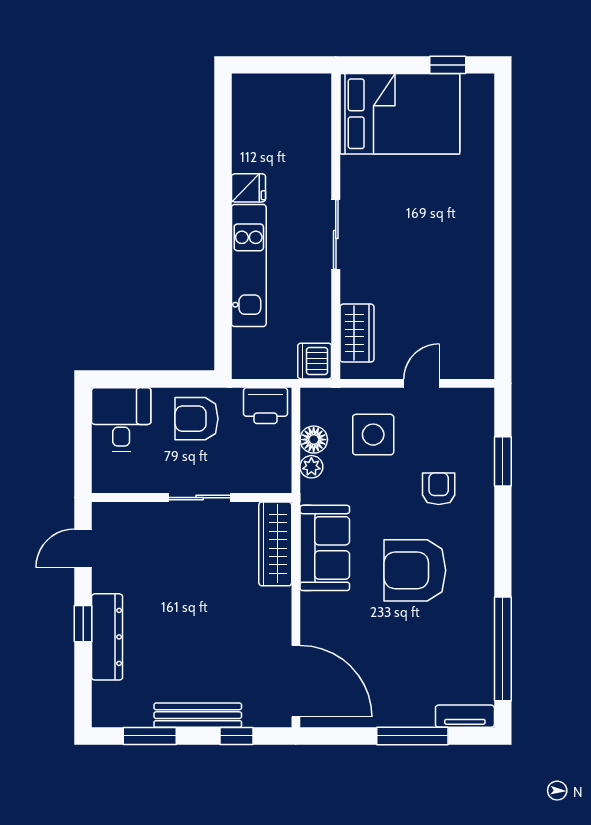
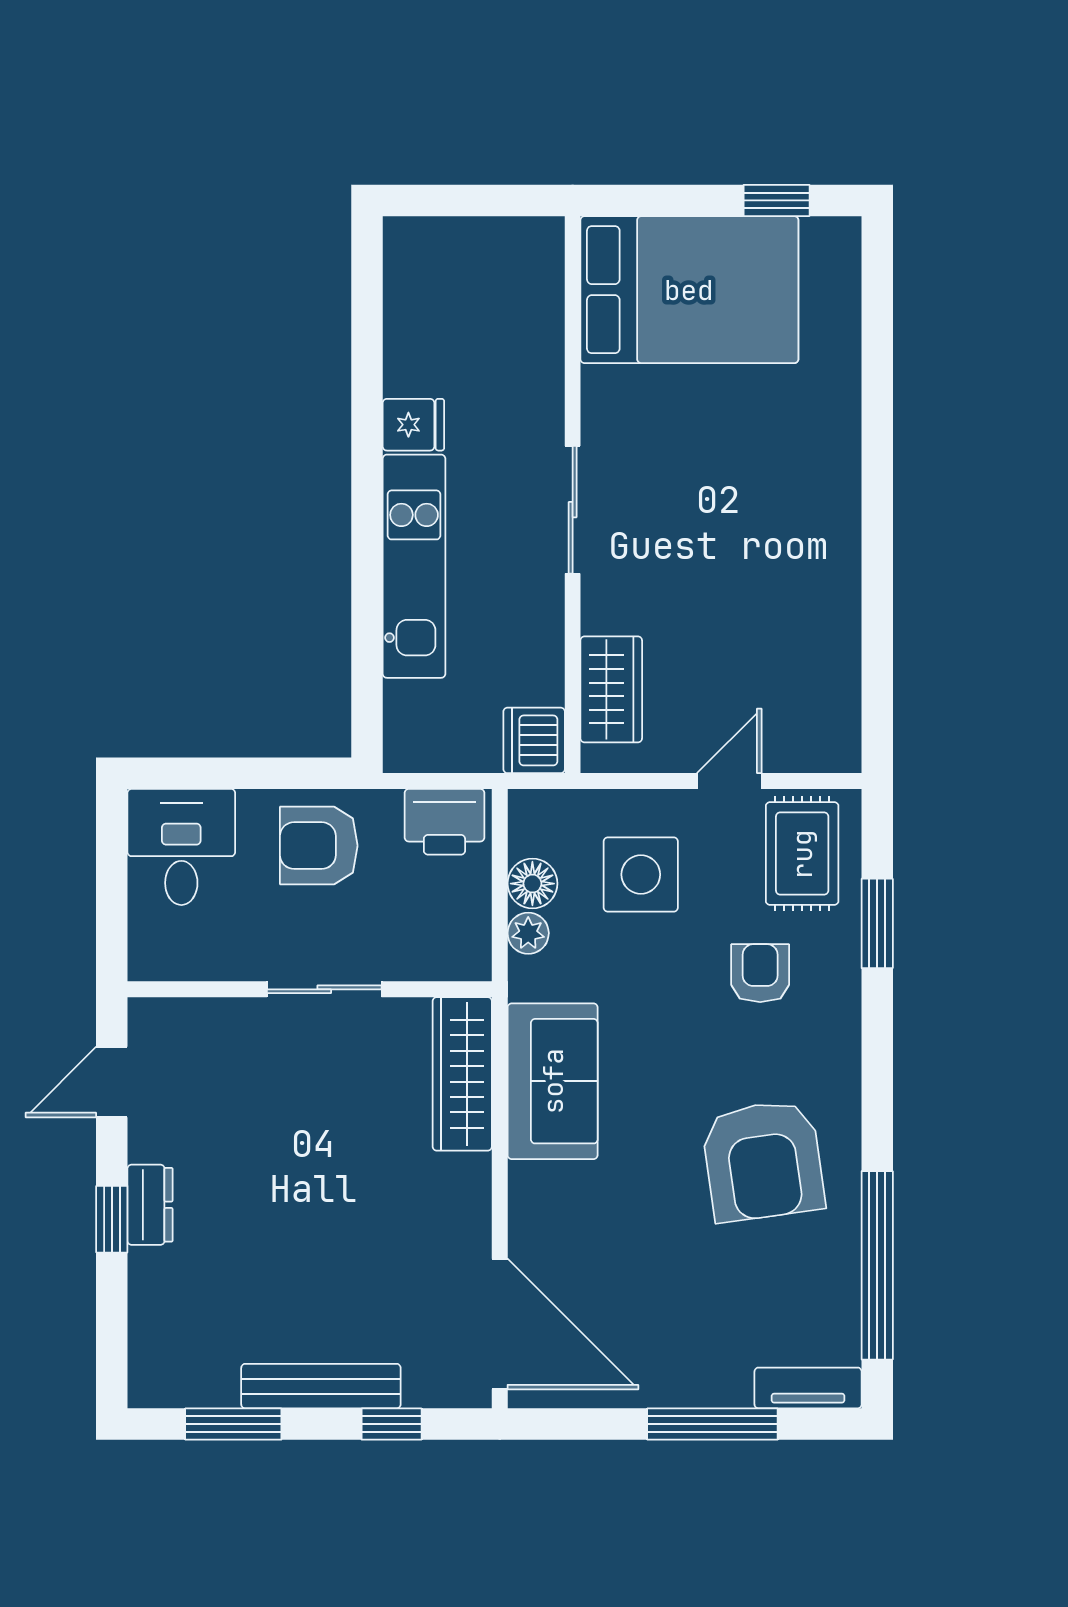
rug: (462, 423) -> (802, 854), added
armchair: (415, 570) -> (763, 1161), moved, turned -98
dresser: (107, 637) -> (150, 1205), width x0.51, depth x0.80

